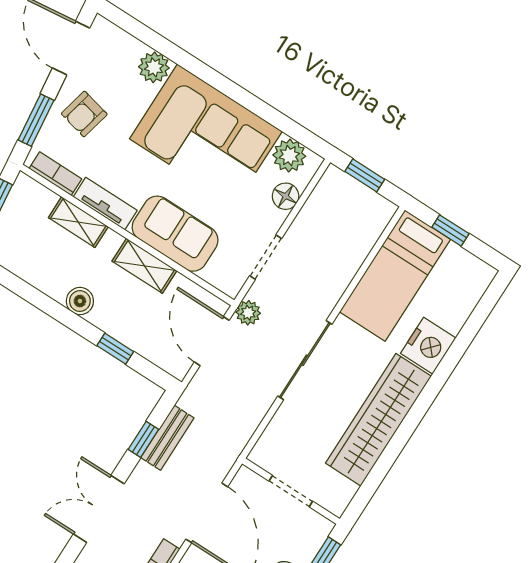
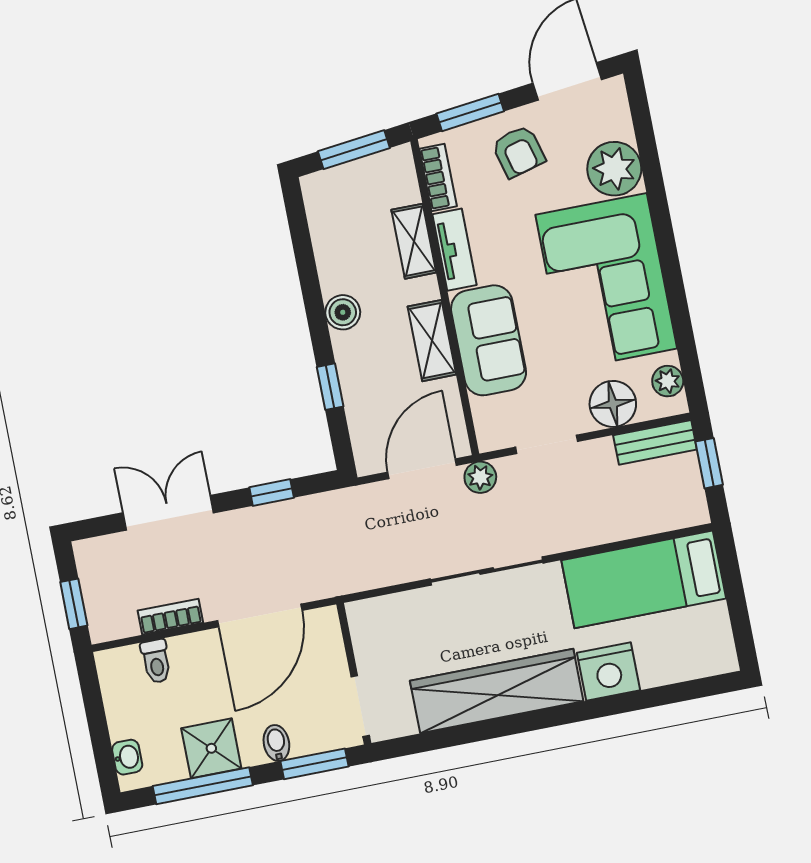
plant: (154, 67) -> (614, 169), width x1.36, depth x1.36
armchair: (84, 114) -> (518, 151), turned -118
plant: (289, 156) -> (668, 381), width x0.73, depth x0.73
floor lamp: (286, 196) -> (613, 404), width x1.38, depth x1.38
window: (450, 230) -> (734, 590), removed
bench: (167, 438) -> (655, 442), moved
doorway: (291, 491) -> (360, 706), moved

